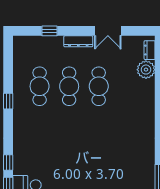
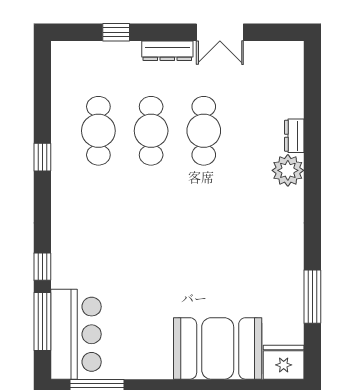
dresser: (150, 50) -> (294, 136), moved
plant: (146, 70) -> (288, 170), moved

